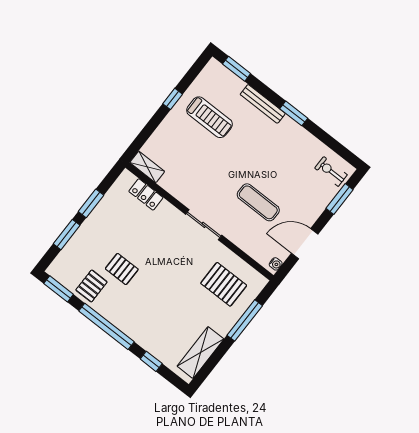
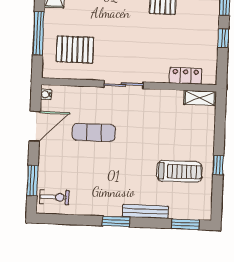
treadmill: (210, 117) -> (179, 171), turned 180
window: (91, 203) -> (223, 38), width x0.67

